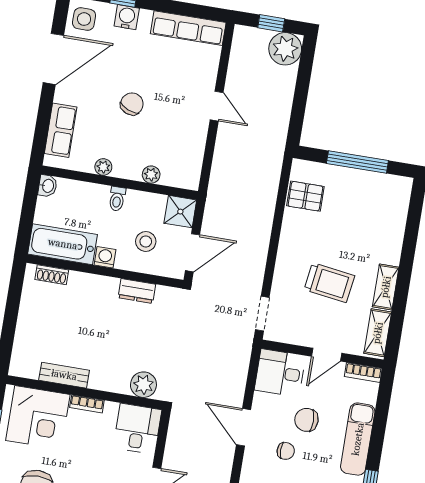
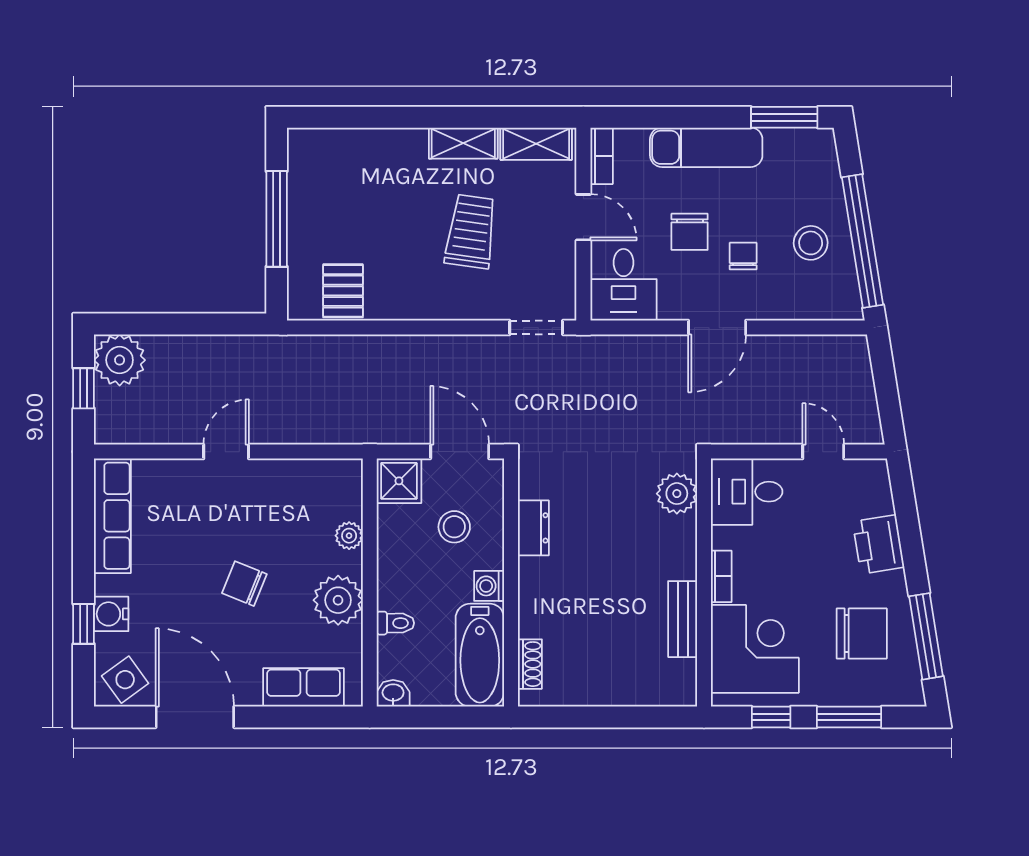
side table: (84, 19) -> (125, 680), turned -36
plant: (103, 167) -> (338, 600), width x1.87, depth x1.87
toilet: (117, 199) -> (395, 623), moved

